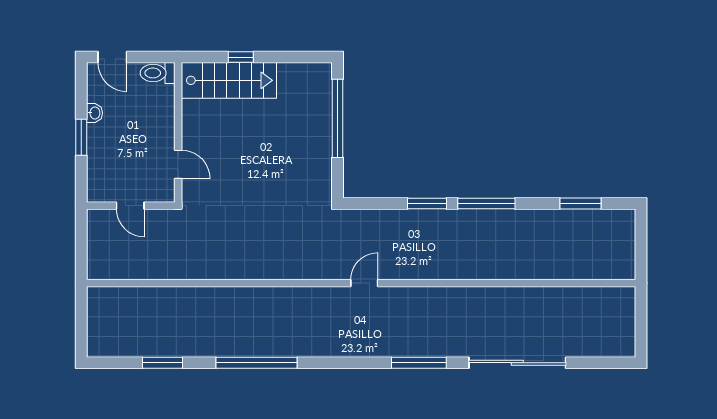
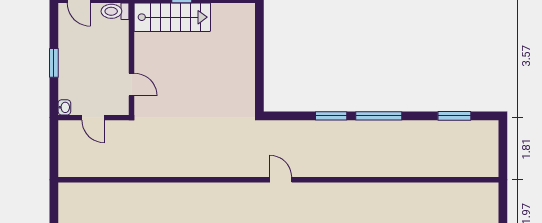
washbasin: (94, 113) -> (64, 107), moved
window: (337, 118) -> (259, 48), removed
door: (364, 283) -> (281, 180), hinge flipped

